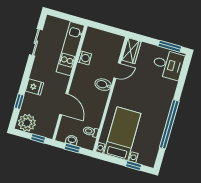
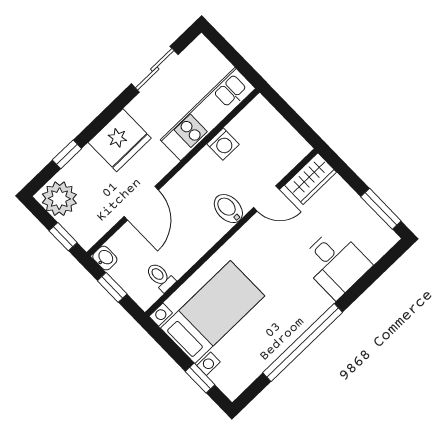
desk: (168, 65) -> (335, 263), moved
fridge: (34, 87) -> (120, 140), width x1.88, depth x1.34
washbasin: (72, 140) -> (105, 258), moved

